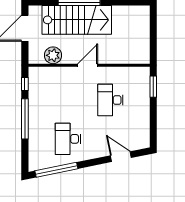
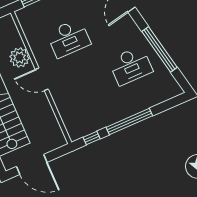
plant: (53, 55) -> (20, 58), moved
window: (56, 170) -> (159, 49), moved

